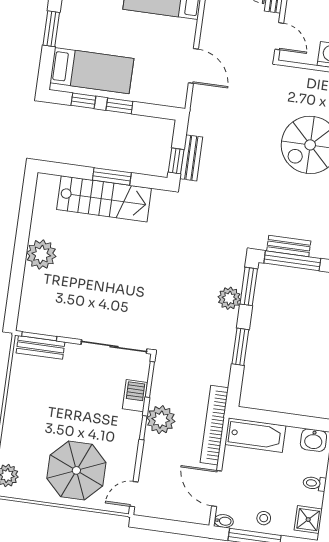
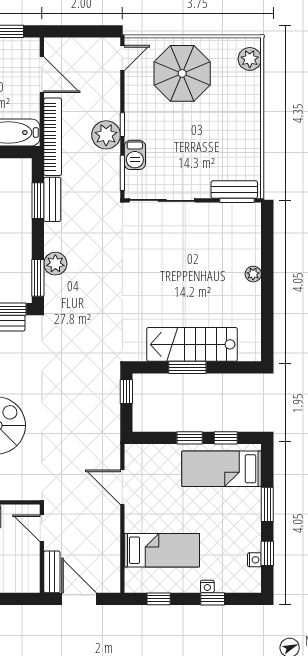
bench: (191, 158) -> (52, 199), moved
plant: (41, 254) -> (253, 274), width x0.53, depth x0.53
window: (240, 347) -> (38, 201), moved
bidet: (224, 521) -> (30, 44), removed

